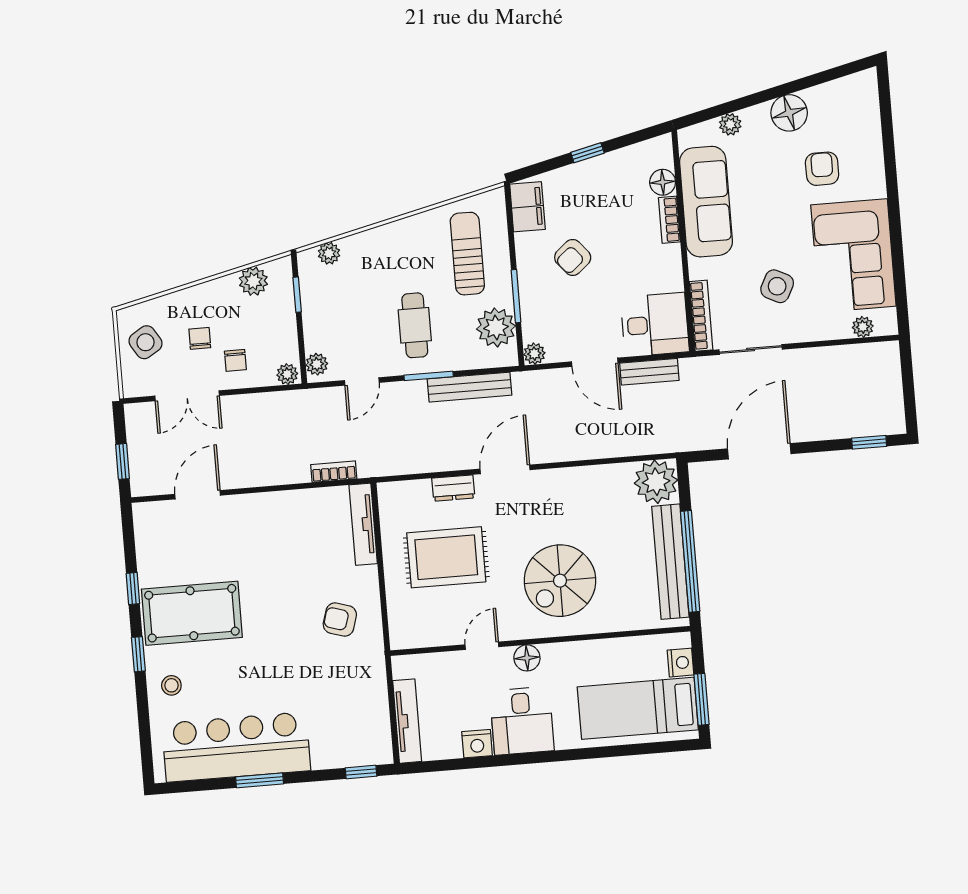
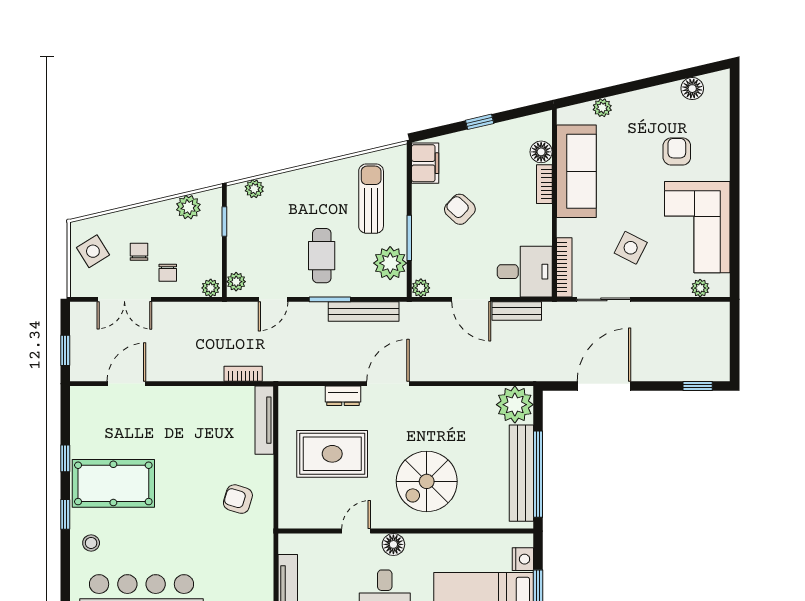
floor lamp: (789, 113) -> (692, 89), moved, width x0.73, depth x0.73
armchair: (573, 257) -> (460, 209), turned 83

